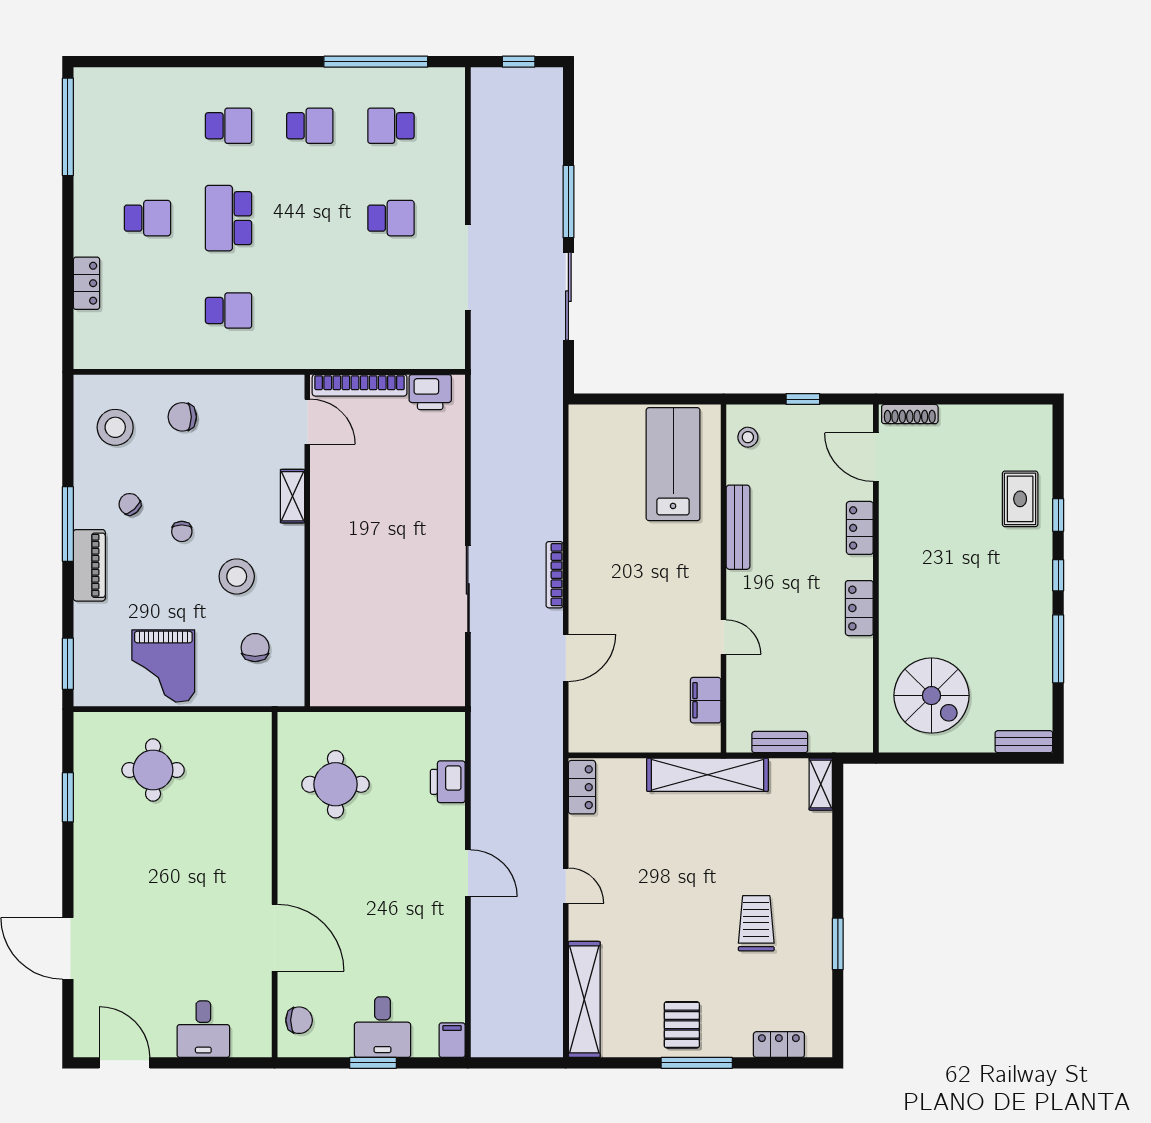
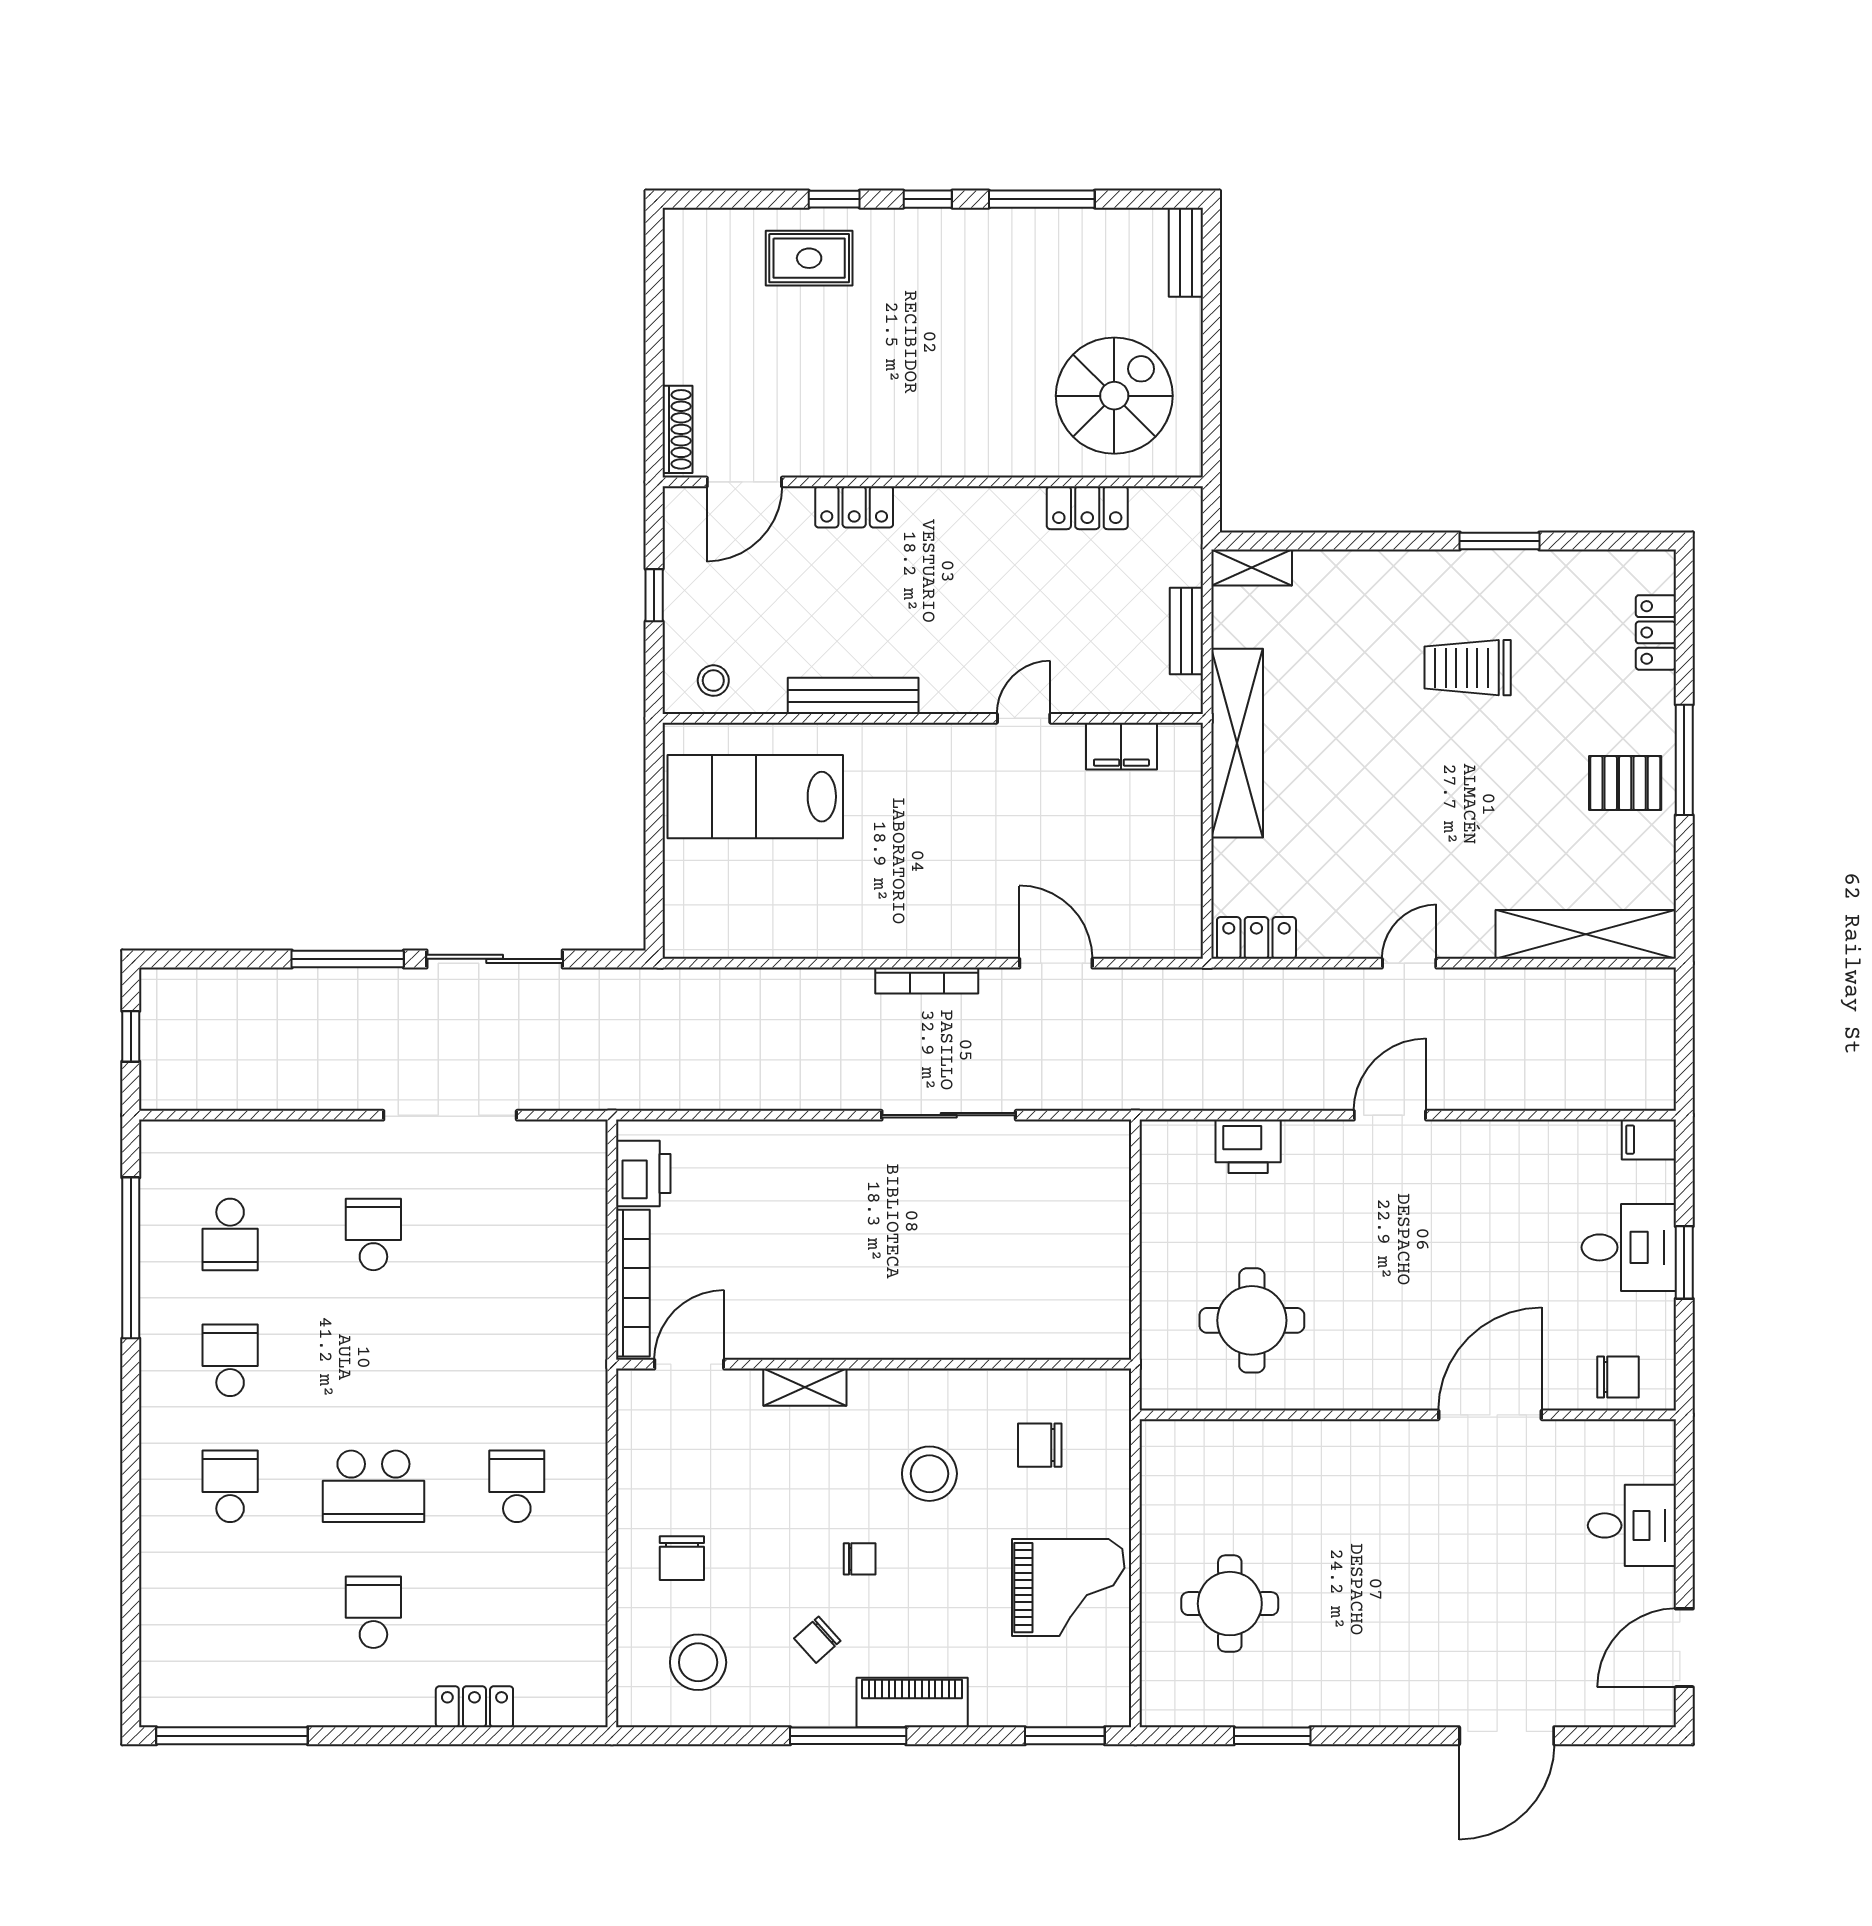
locker: (859, 608) -> (1087, 508), moved
chair: (299, 1020) -> (1618, 1377), turned 90

